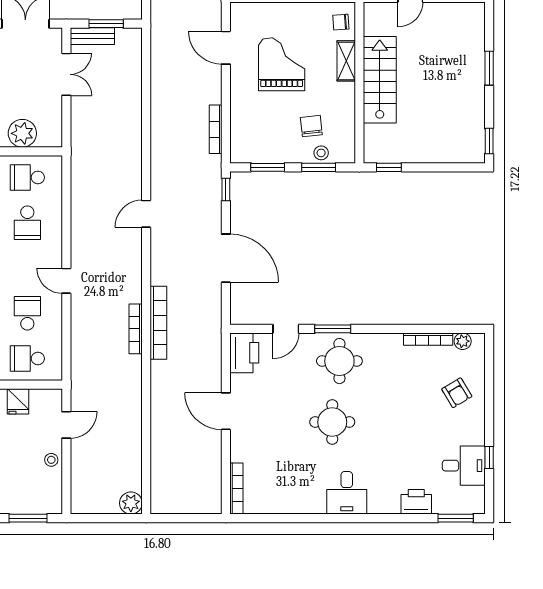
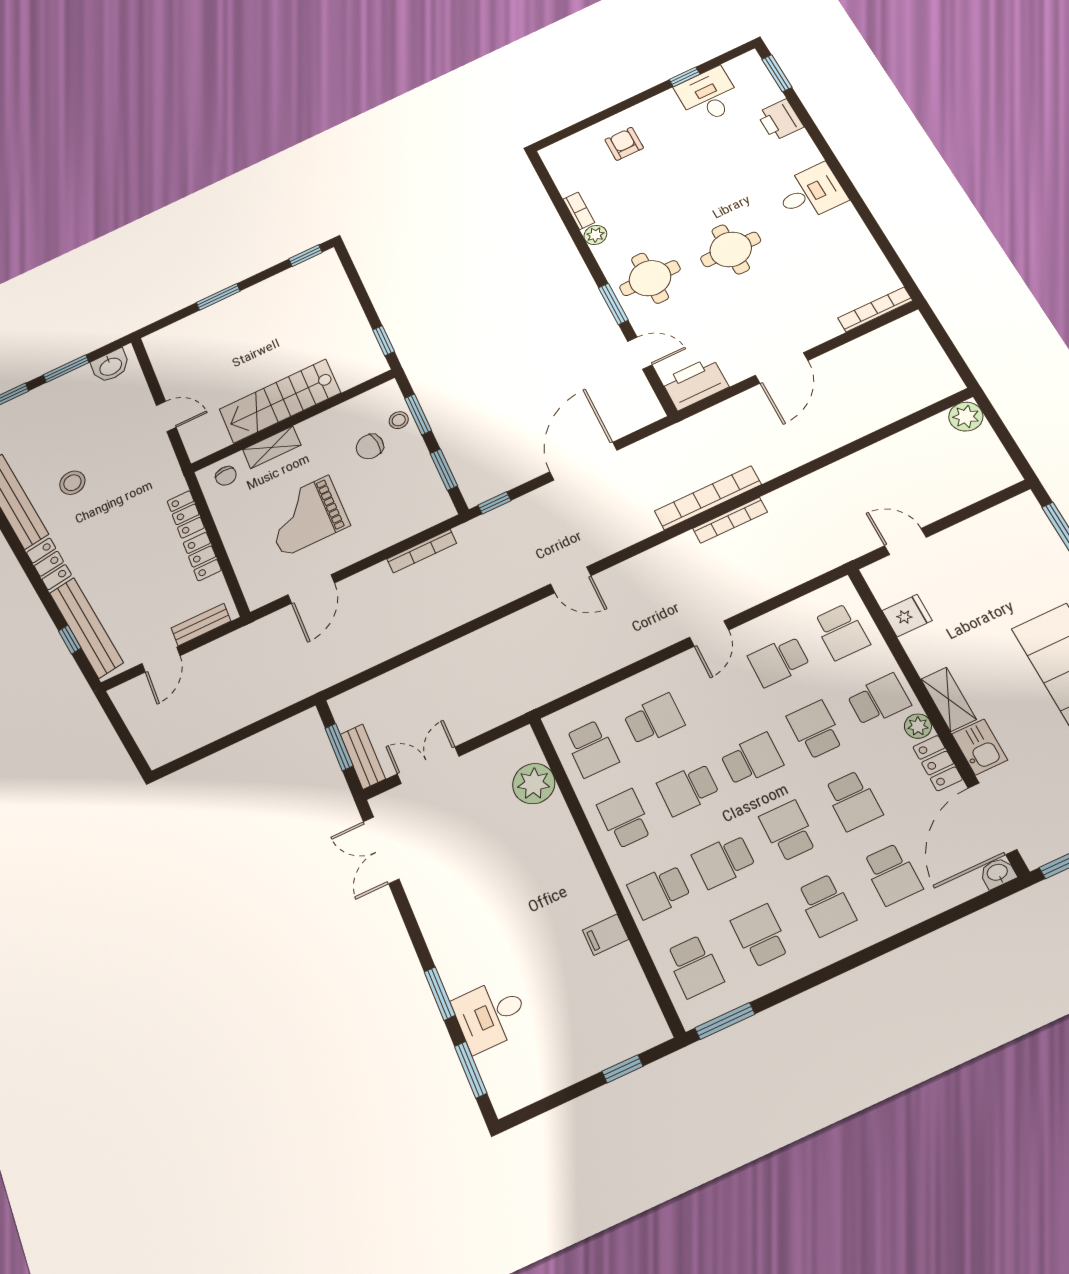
bookcase: (428, 339) -> (579, 211), width x0.64
plant: (463, 341) -> (595, 235), moved
armchair: (457, 393) -> (624, 144), turned -59
stool: (51, 460) -> (964, 537), removed

